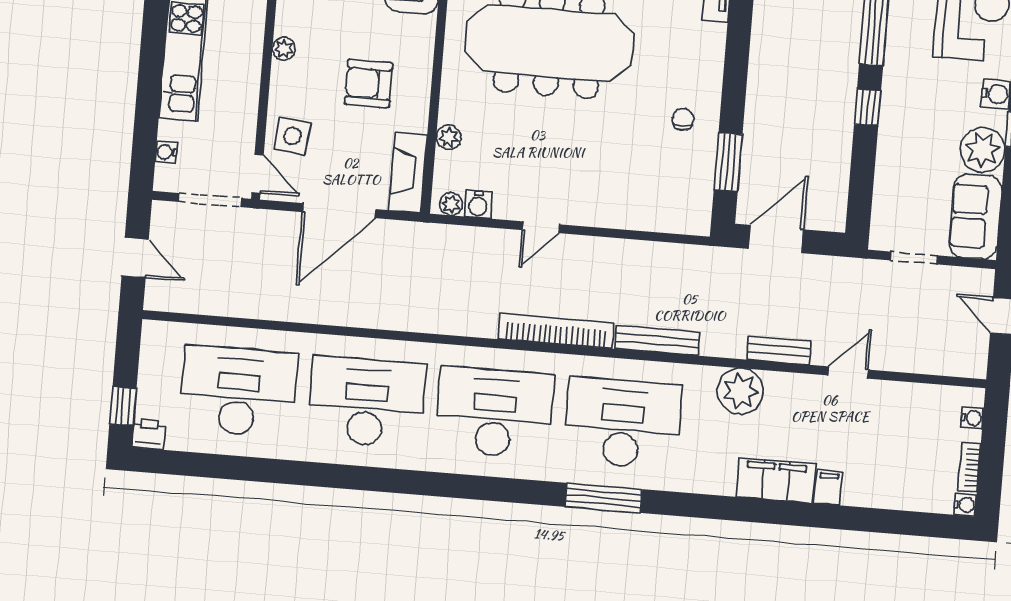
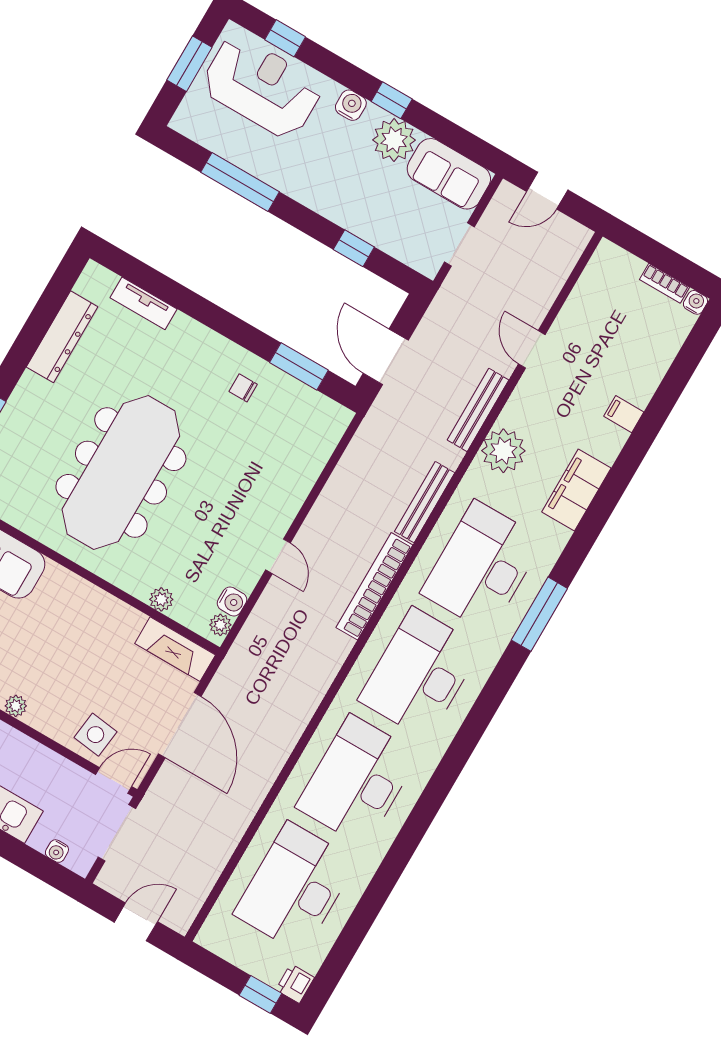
armchair: (369, 83) -> (81, 647), removed
window: (868, 107) -> (354, 248), moved
bench: (779, 350) -> (478, 410), width x1.36
water cooler: (972, 418) -> (623, 260), removed
filing cabinet: (776, 480) -> (576, 490), moved

